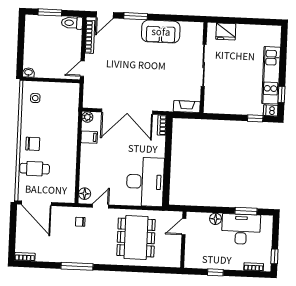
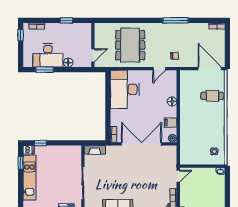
chair: (33, 144) -> (215, 115), removed
floor lamp: (85, 194) -> (172, 101), moved

